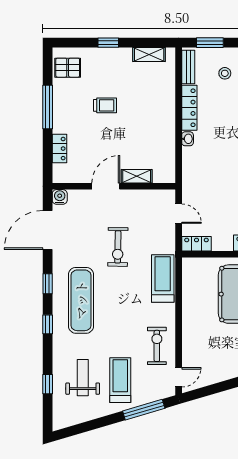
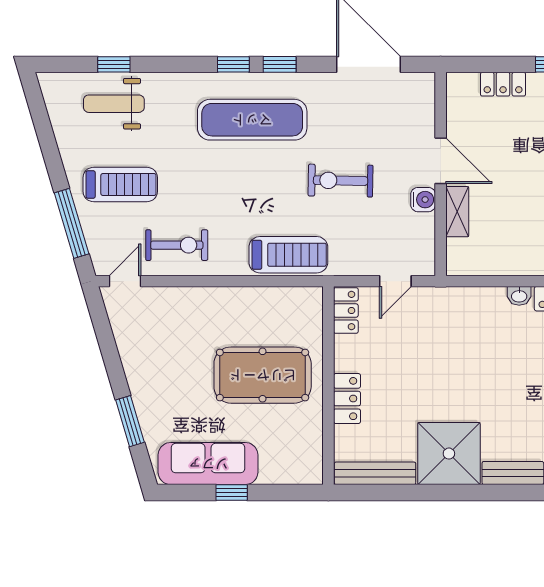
water cooler: (60, 197) -> (423, 200), moved
window: (48, 324) -> (233, 64), moved
door: (179, 377) -> (125, 281), swing flipped
weight bench: (83, 378) -> (114, 104), moved, turned 180

